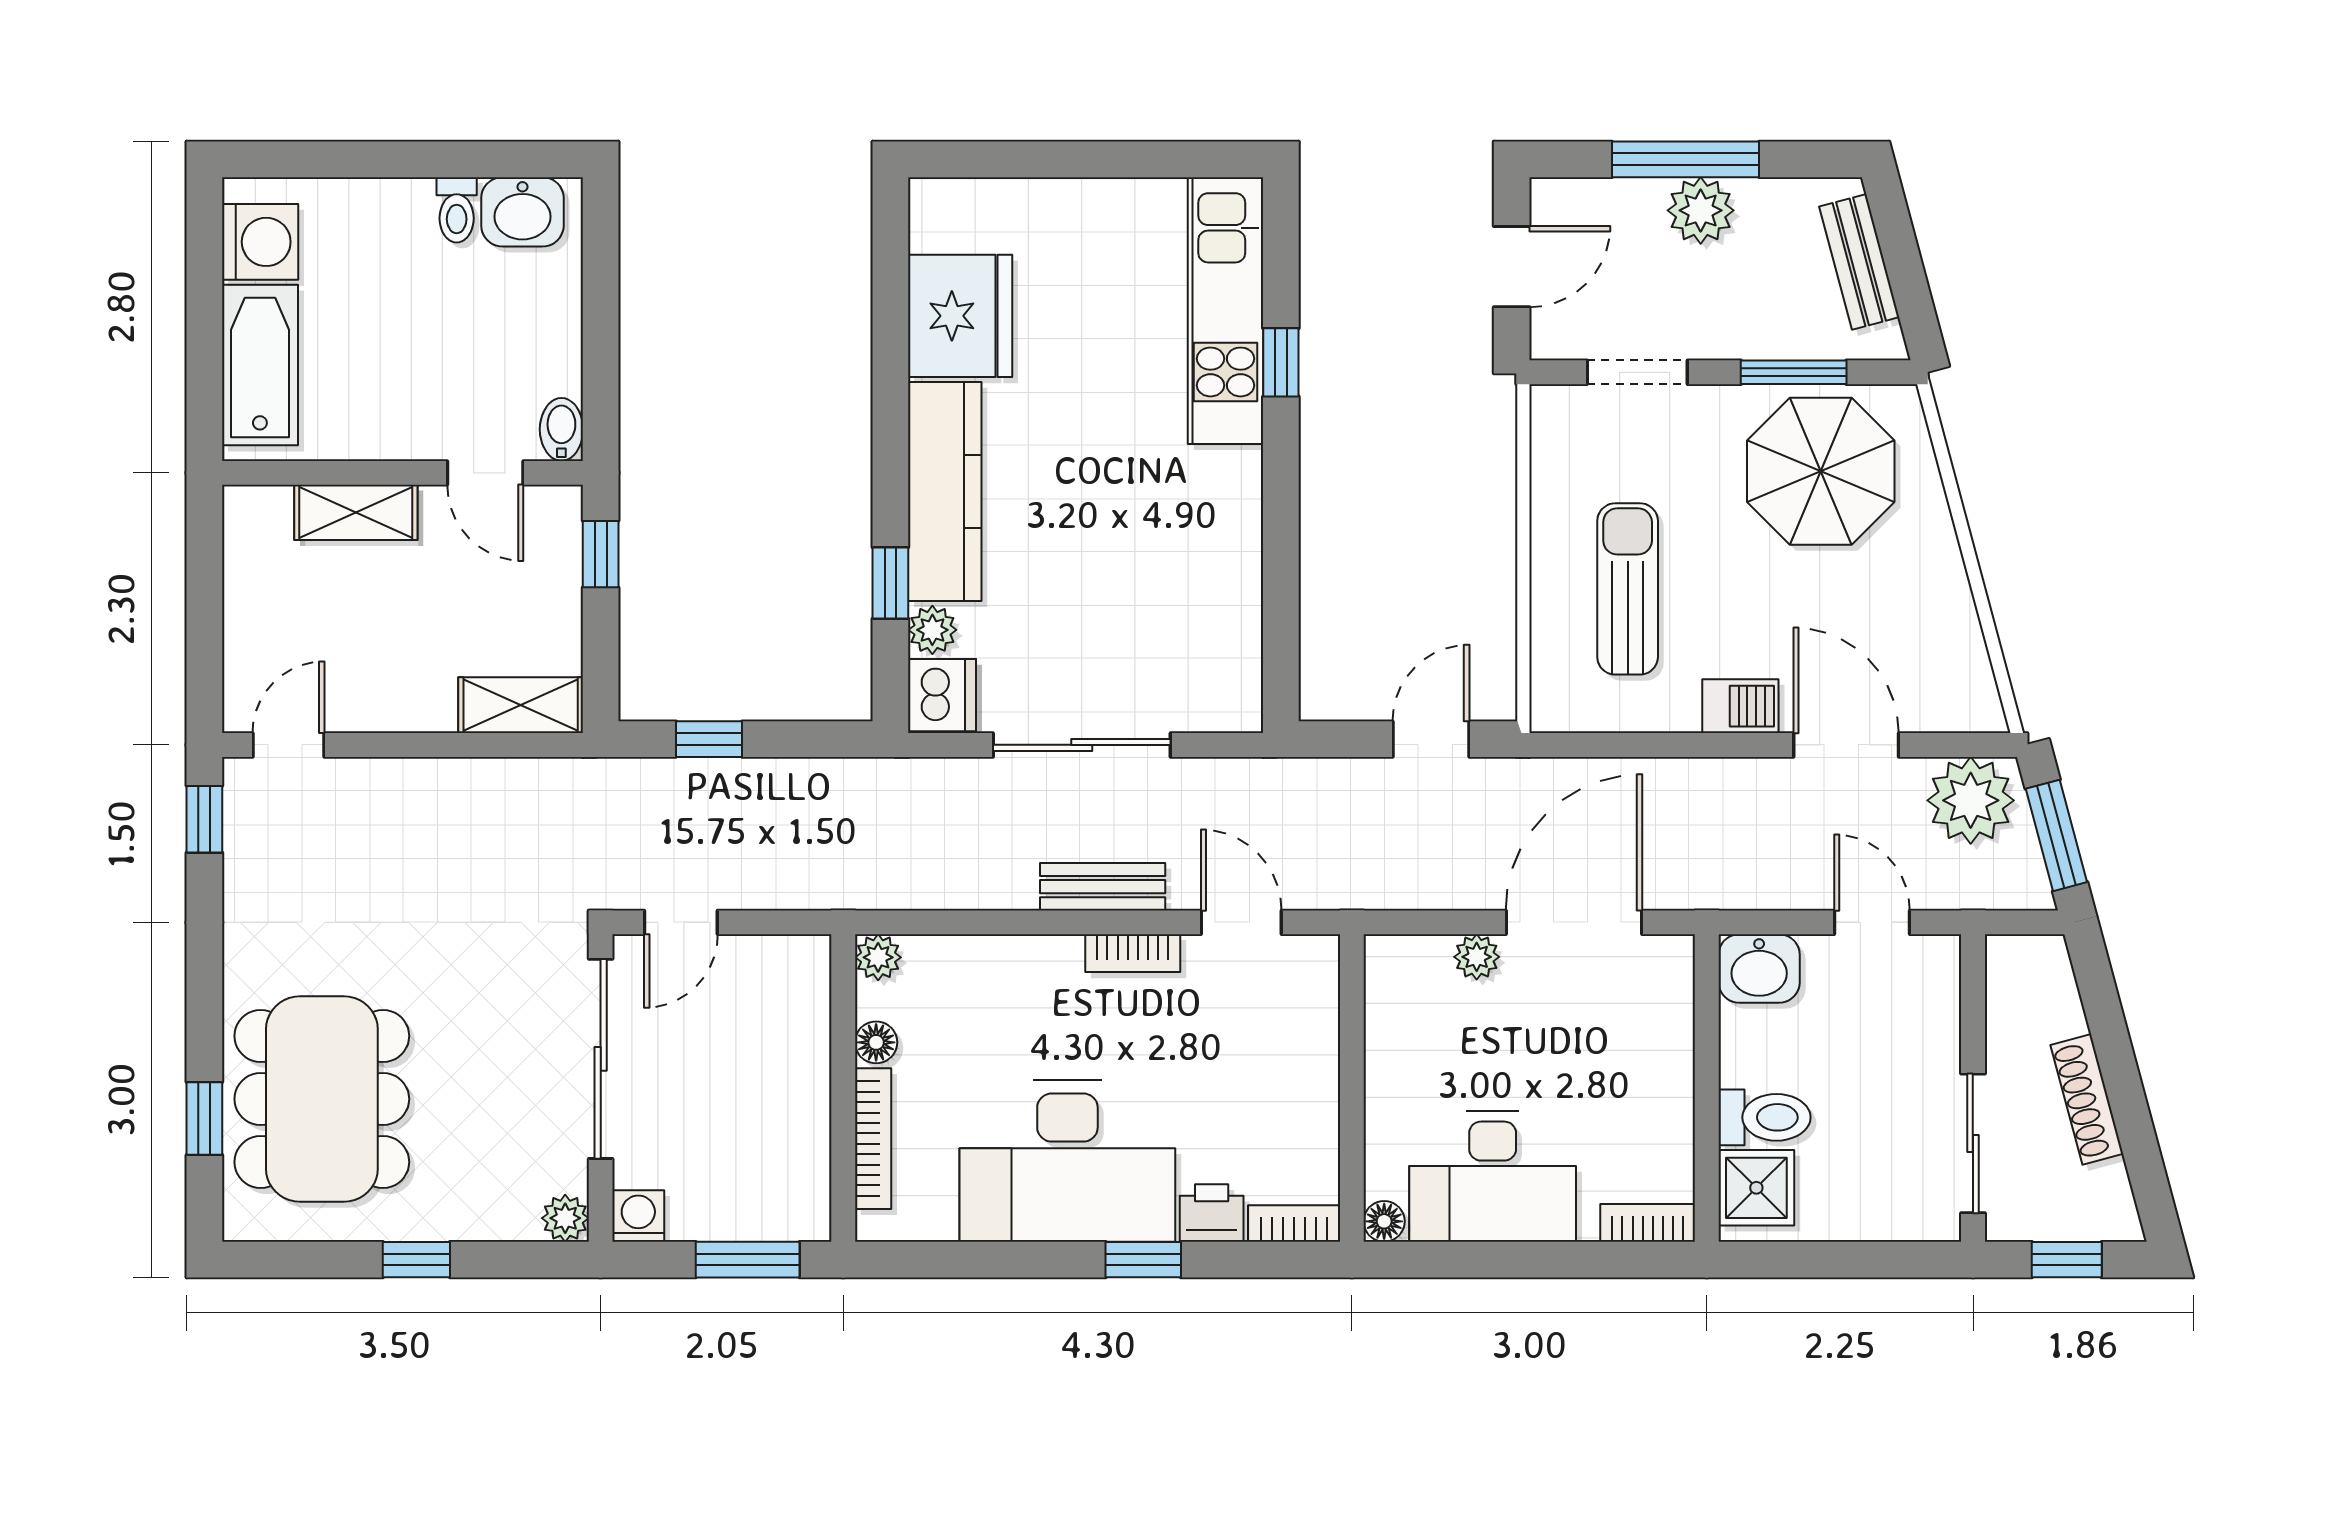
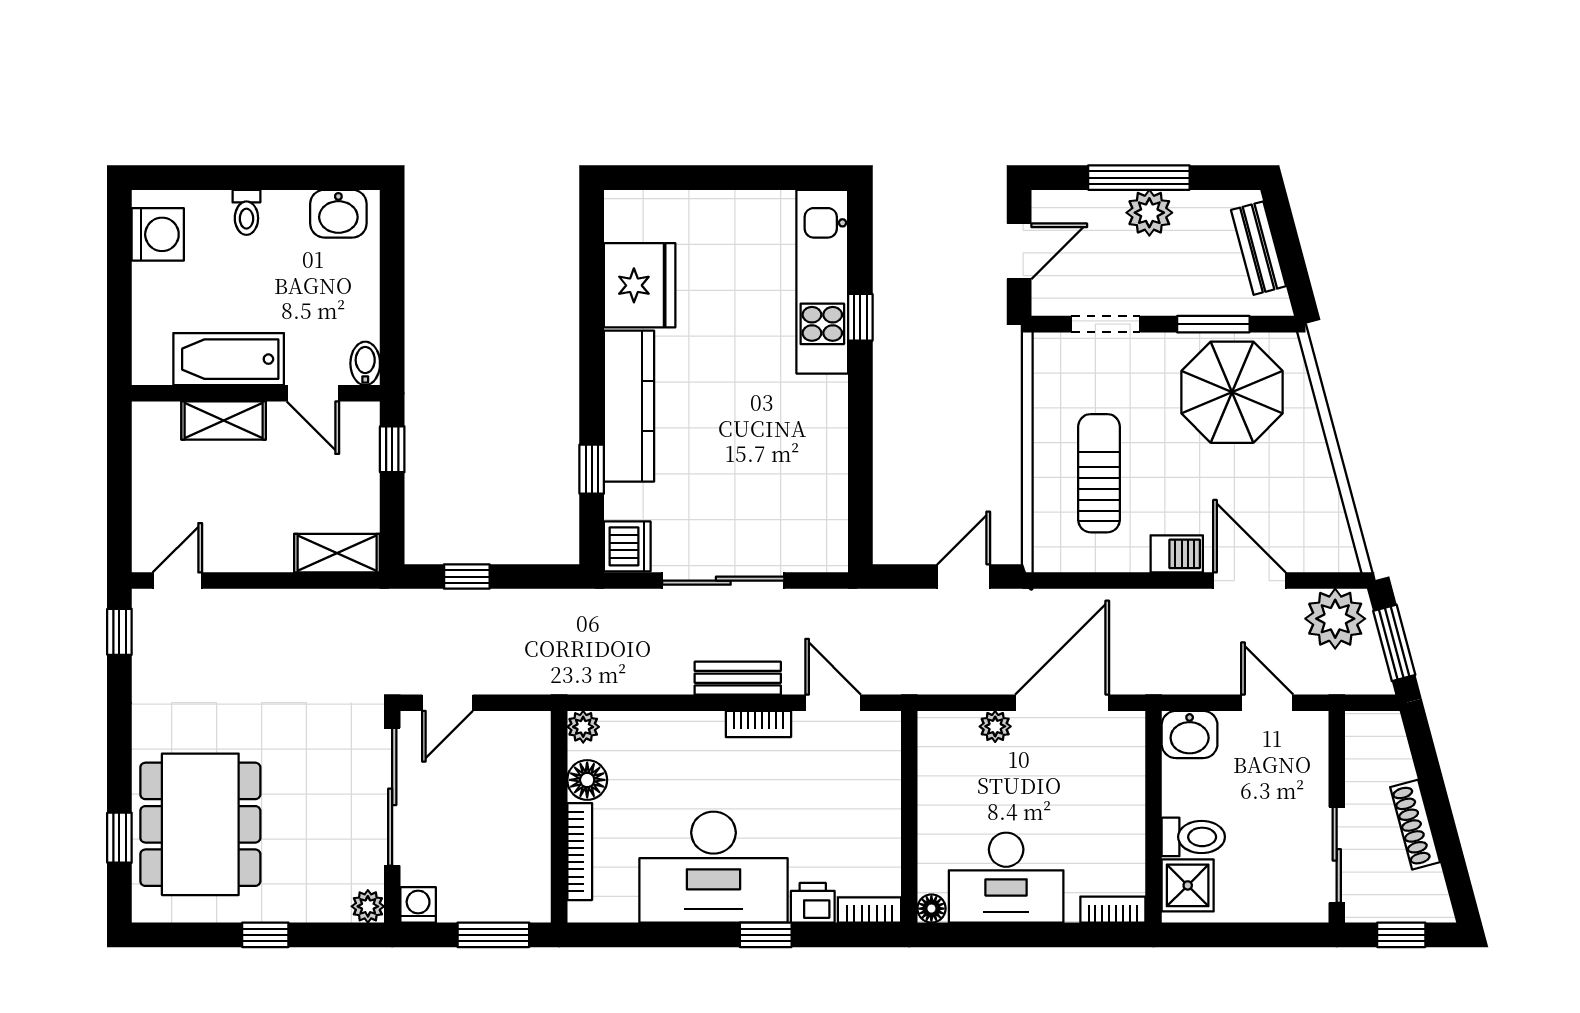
toilet: (457, 210) -> (246, 212), moved
bathtub: (260, 365) -> (229, 359), moved, turned -90
plant: (932, 630) -> (621, 501), removed
floor lamp: (876, 1042) -> (587, 780), width x1.37, depth x1.37

